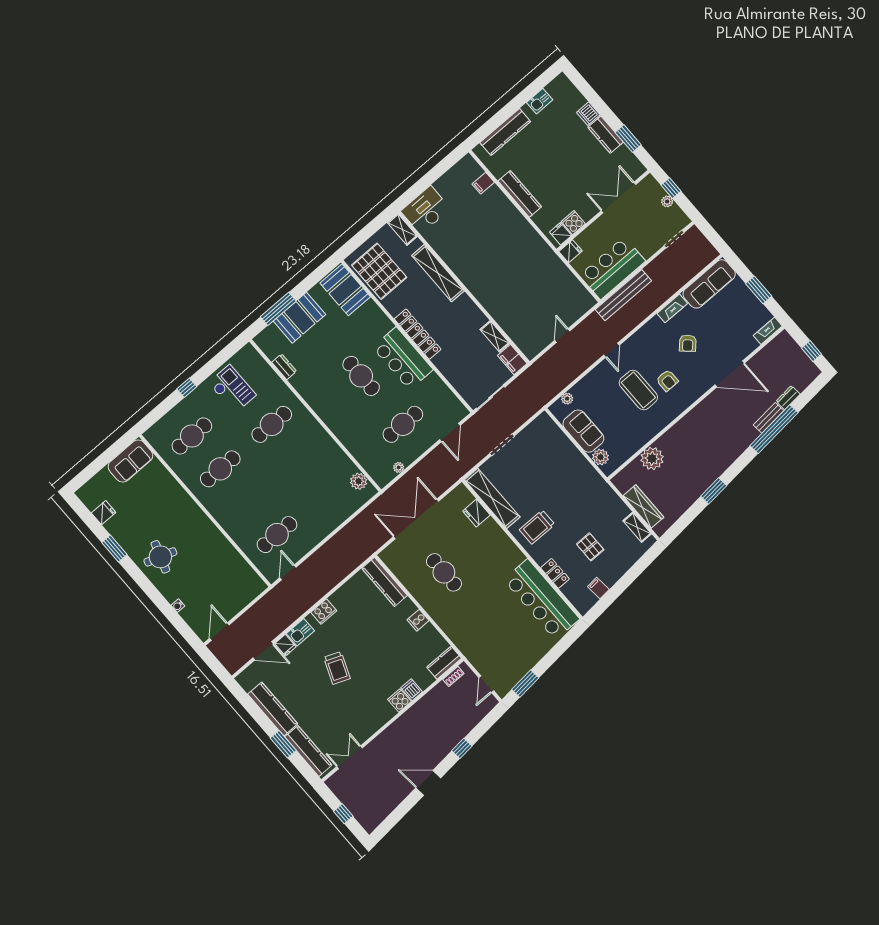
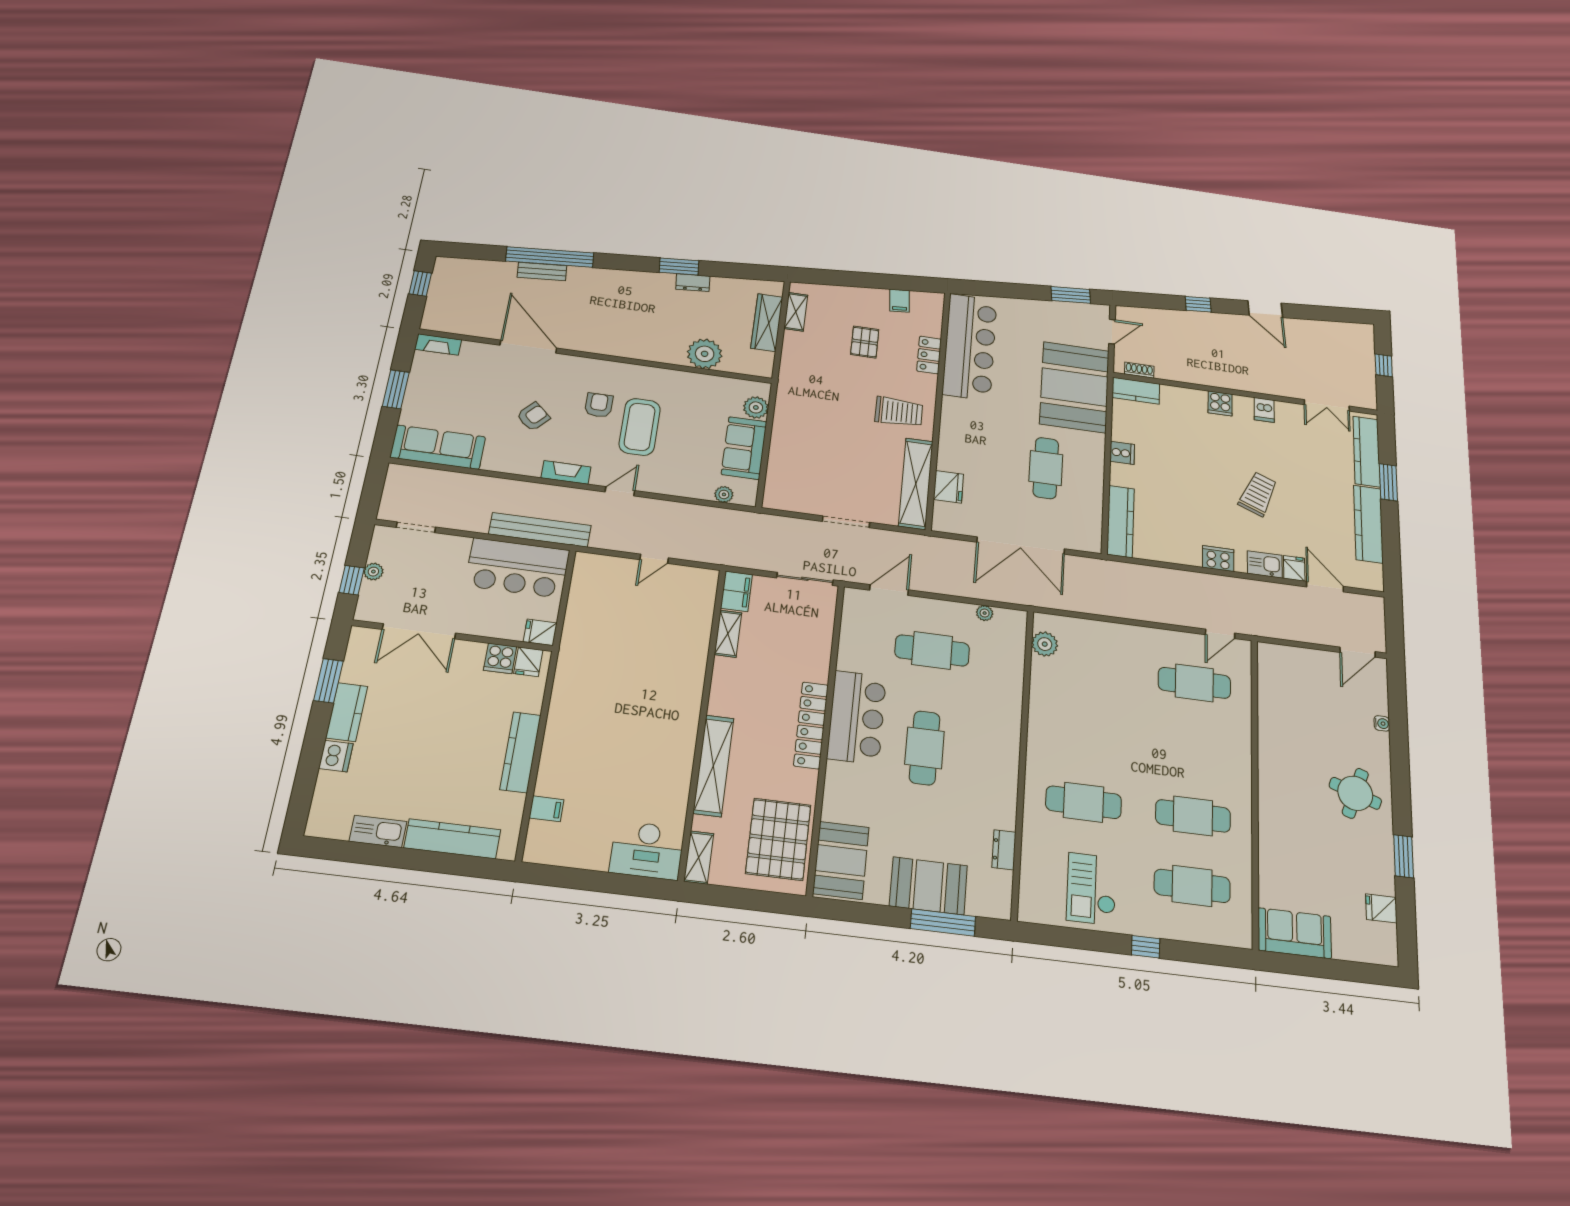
kitchen sink: (540, 101) -> (378, 831), width x1.38
fireplace: (672, 308) -> (566, 472), moved
dresser: (788, 398) -> (693, 283), moved
booth: (473, 632) -> (1075, 387), added
dishwasher: (412, 690) -> (1264, 410), moved

